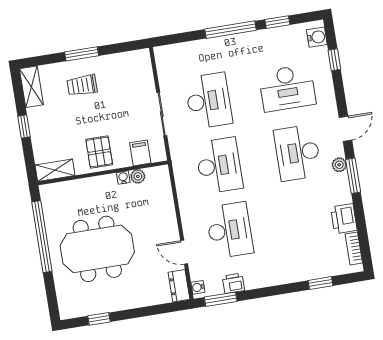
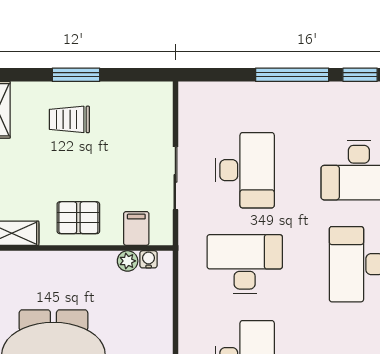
pallet: (99, 152) -> (78, 218), turned 90
desk: (219, 165) -> (245, 264), turned -90
water cooler: (123, 178) -> (149, 259), moved

